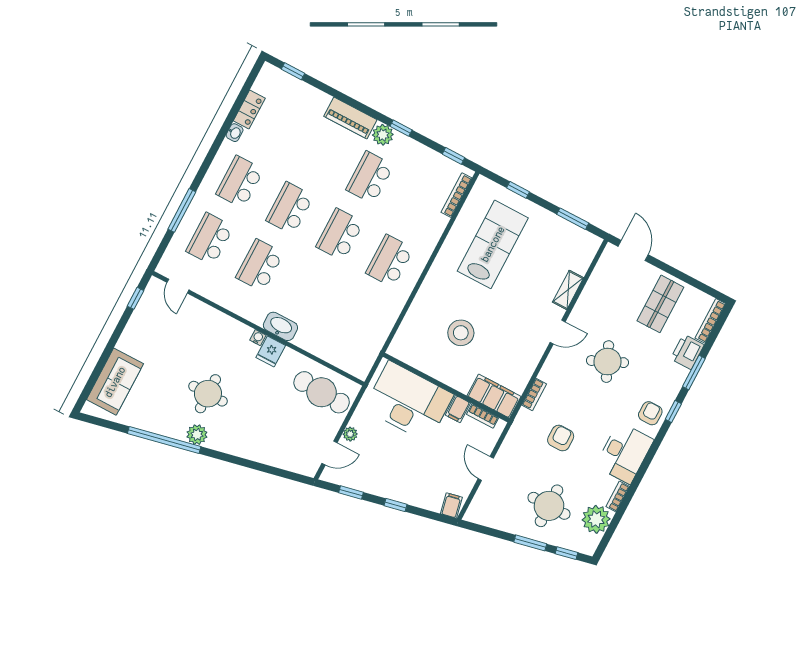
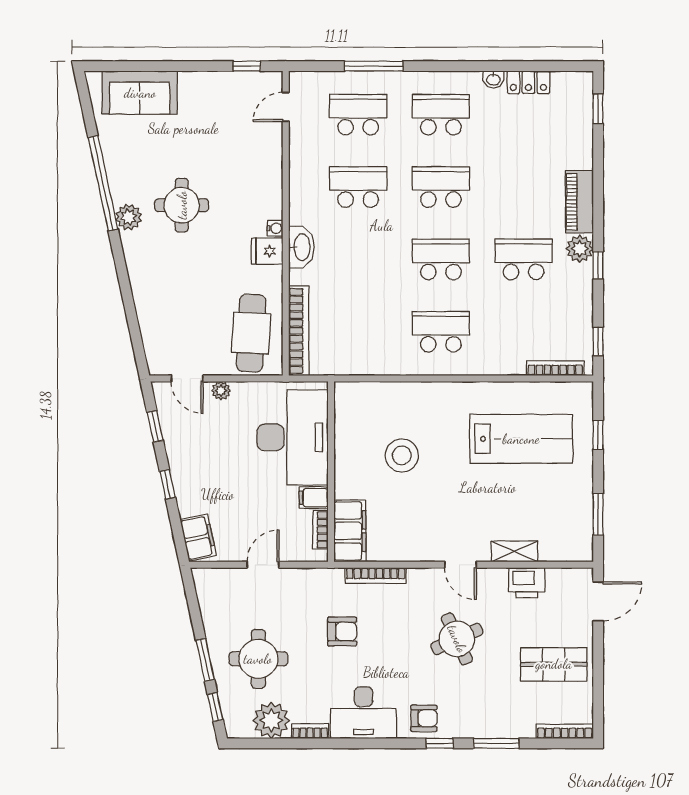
printer: (687, 352) -> (527, 583), moved, turned 180
bookcase: (337, 359) -> (299, 331), added
bookcase: (534, 395) -> (376, 575), width x1.56
filing cabinet: (451, 505) -> (198, 538), width x2.00

